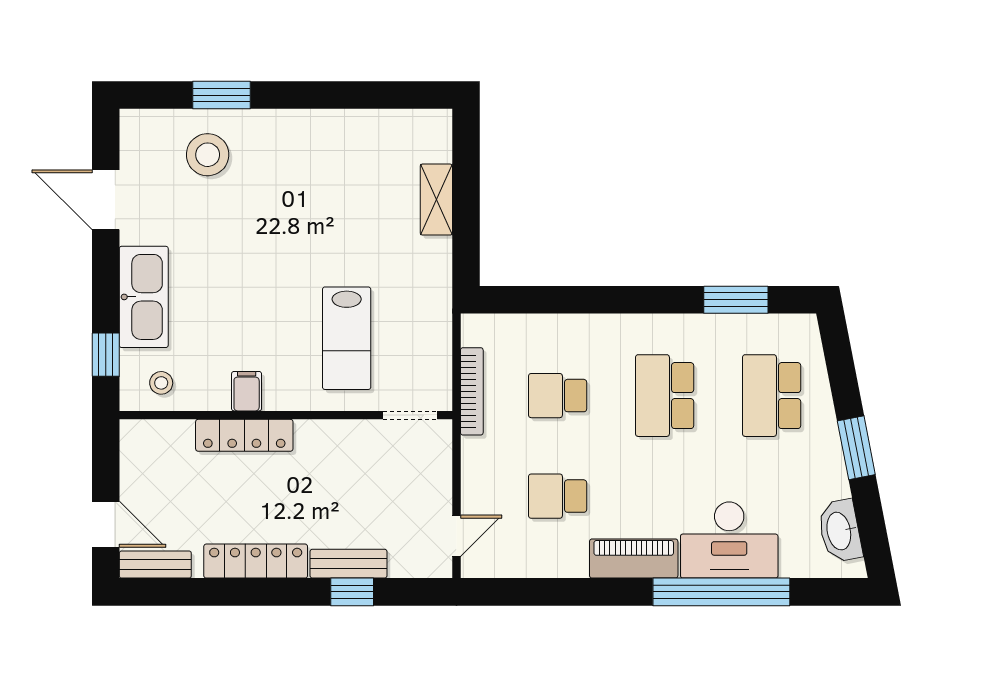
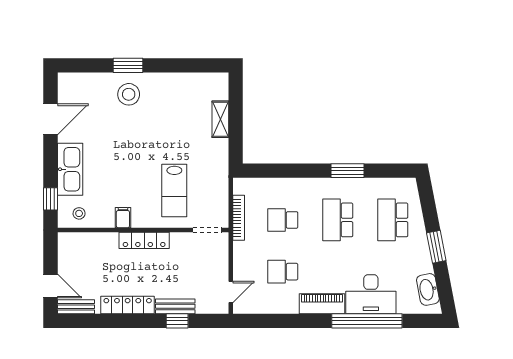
window: (222, 95) -> (128, 65), moved
stool: (208, 155) -> (129, 94), moved
door: (106, 200) -> (51, 119), swing flipped
window: (736, 300) -> (348, 171), moved
locker: (244, 435) -> (144, 240), moved

